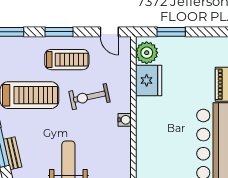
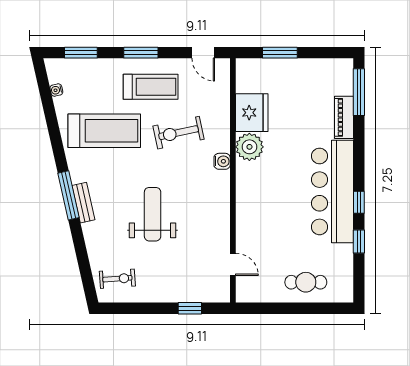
plant: (147, 53) -> (249, 147), moved

